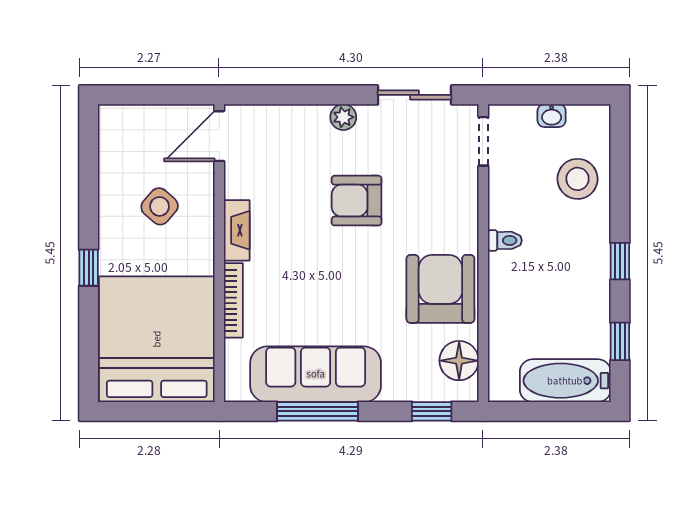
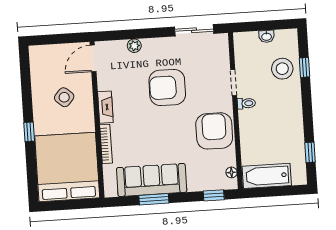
plant: (343, 117) -> (134, 46), moved
doorway: (483, 141) -> (234, 83), moved
armchair: (357, 201) -> (167, 88), width x1.36, depth x1.36
window: (620, 261) -> (305, 67), moved
floor lamp: (459, 361) -> (231, 172), width x0.53, depth x0.53
bathtub: (565, 381) -> (267, 176), moved
window: (318, 411) -> (154, 199), width x0.69

